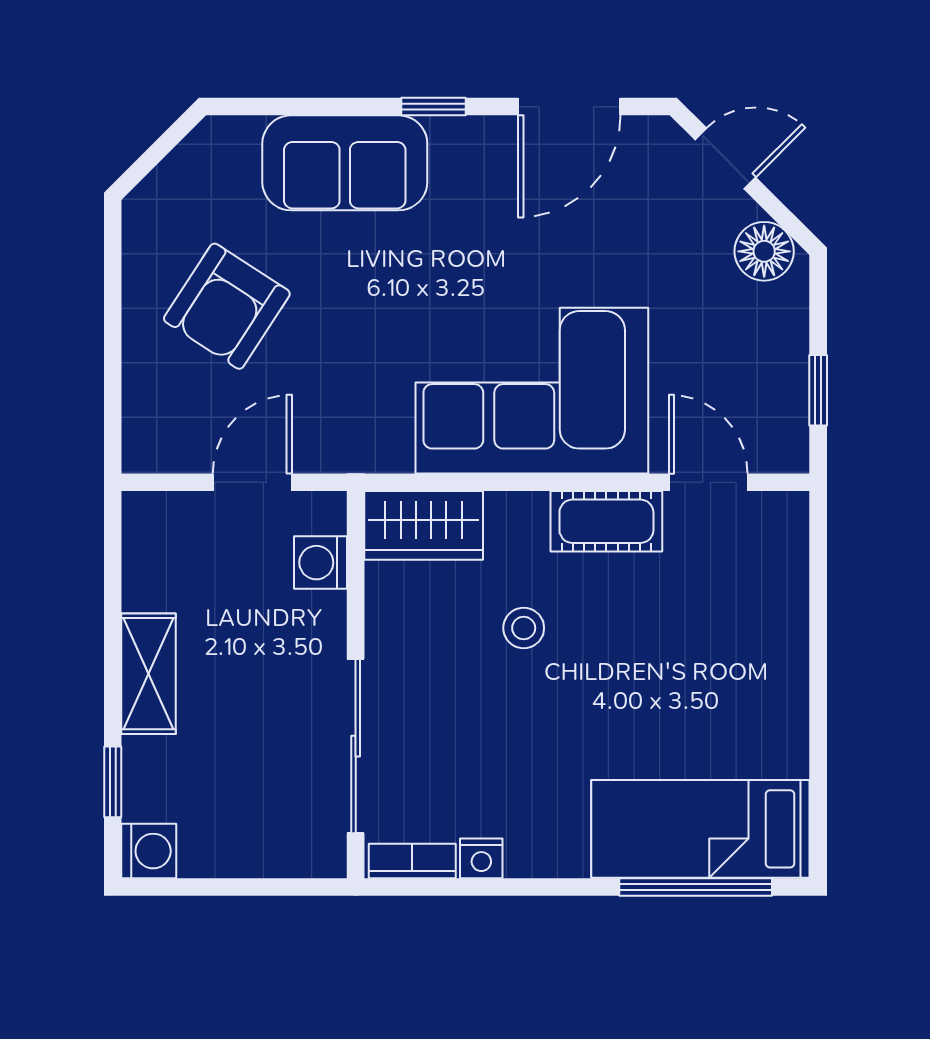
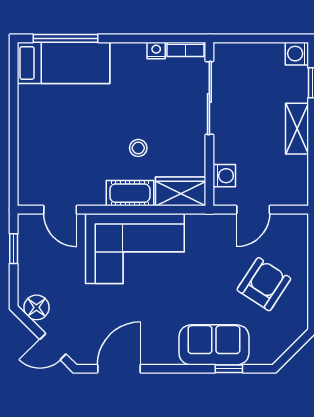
window: (433, 107) -> (229, 369), moved
cot: (606, 521) -> (130, 193), moved

